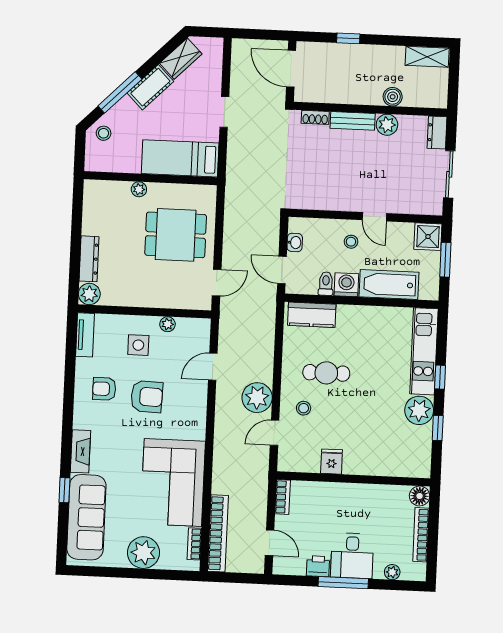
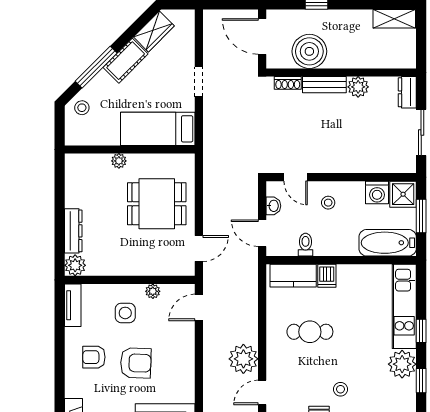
boiler: (393, 97) -> (309, 51), moved, width x1.86, depth x1.86
door: (374, 217) -> (296, 177), moved
washing machine: (346, 285) -> (377, 193), moved, turned 180
bathtub: (389, 285) -> (388, 243), moved
dishwasher: (346, 316) -> (327, 276), added
door: (213, 367) -> (199, 307), moved
stool: (304, 408) -> (341, 389), moved

